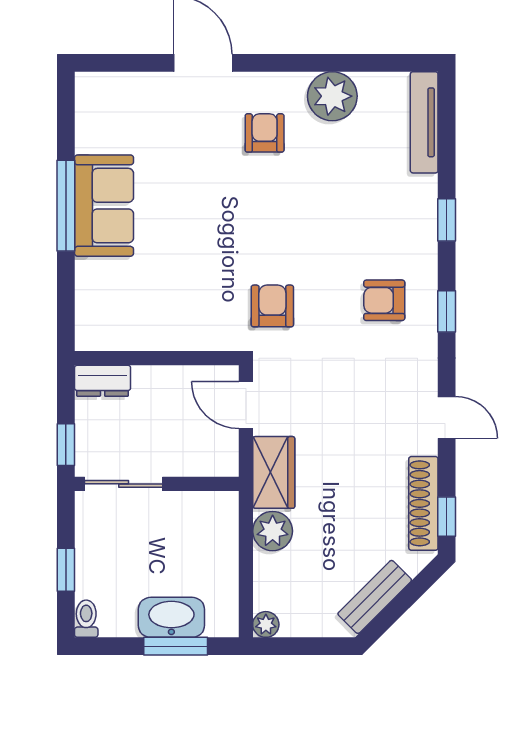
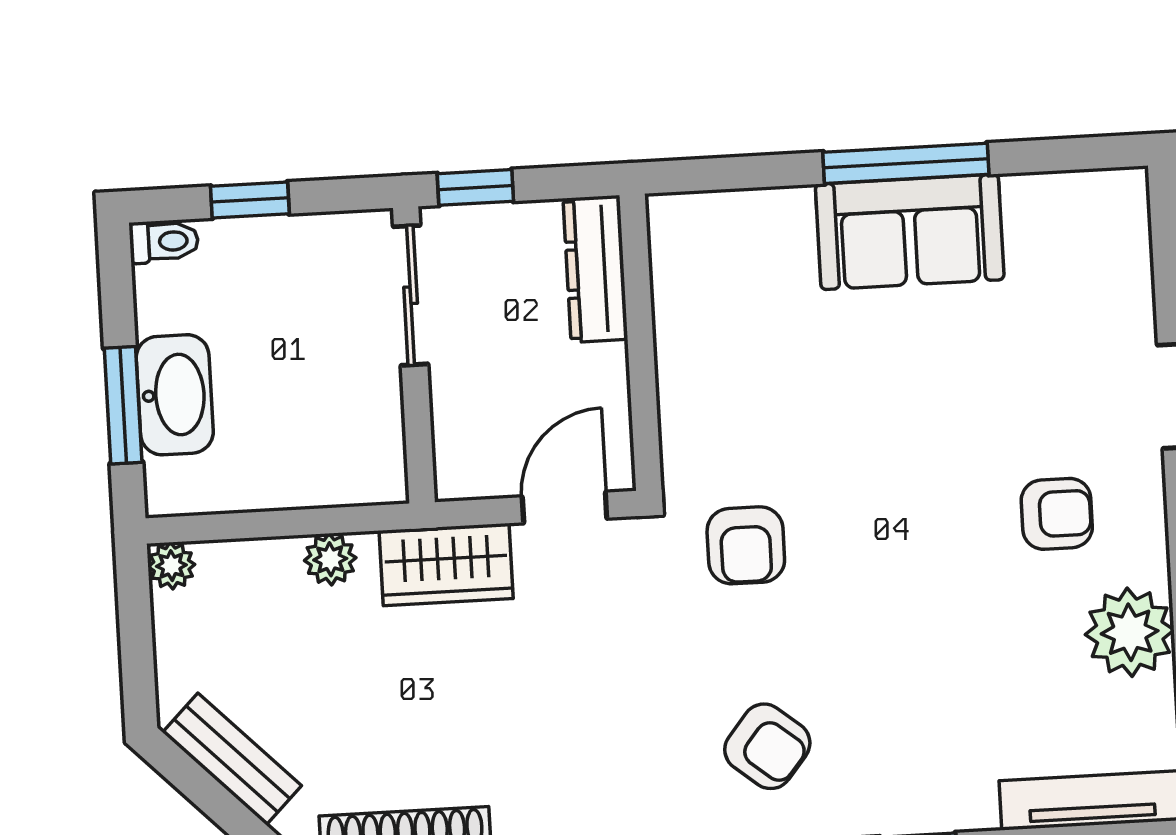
armchair: (384, 300) -> (767, 746), turned 129
armchair: (272, 306) -> (746, 545), turned 90
dresser: (103, 381) -> (595, 269), width x1.44
plant: (273, 531) -> (330, 559), width x0.73, depth x0.73

